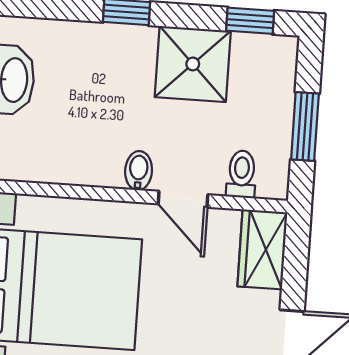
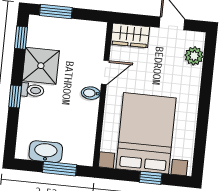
window: (305, 126) -> (56, 12), moved
toilet: (242, 174) -> (32, 90), moved, turned 180

